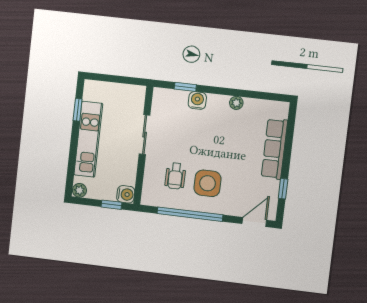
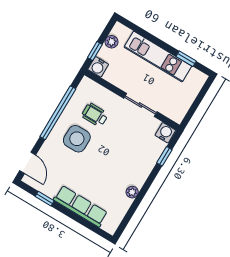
water cooler: (197, 100) -> (165, 133), moved, turned -90
plant: (79, 190) -> (112, 42), moved

